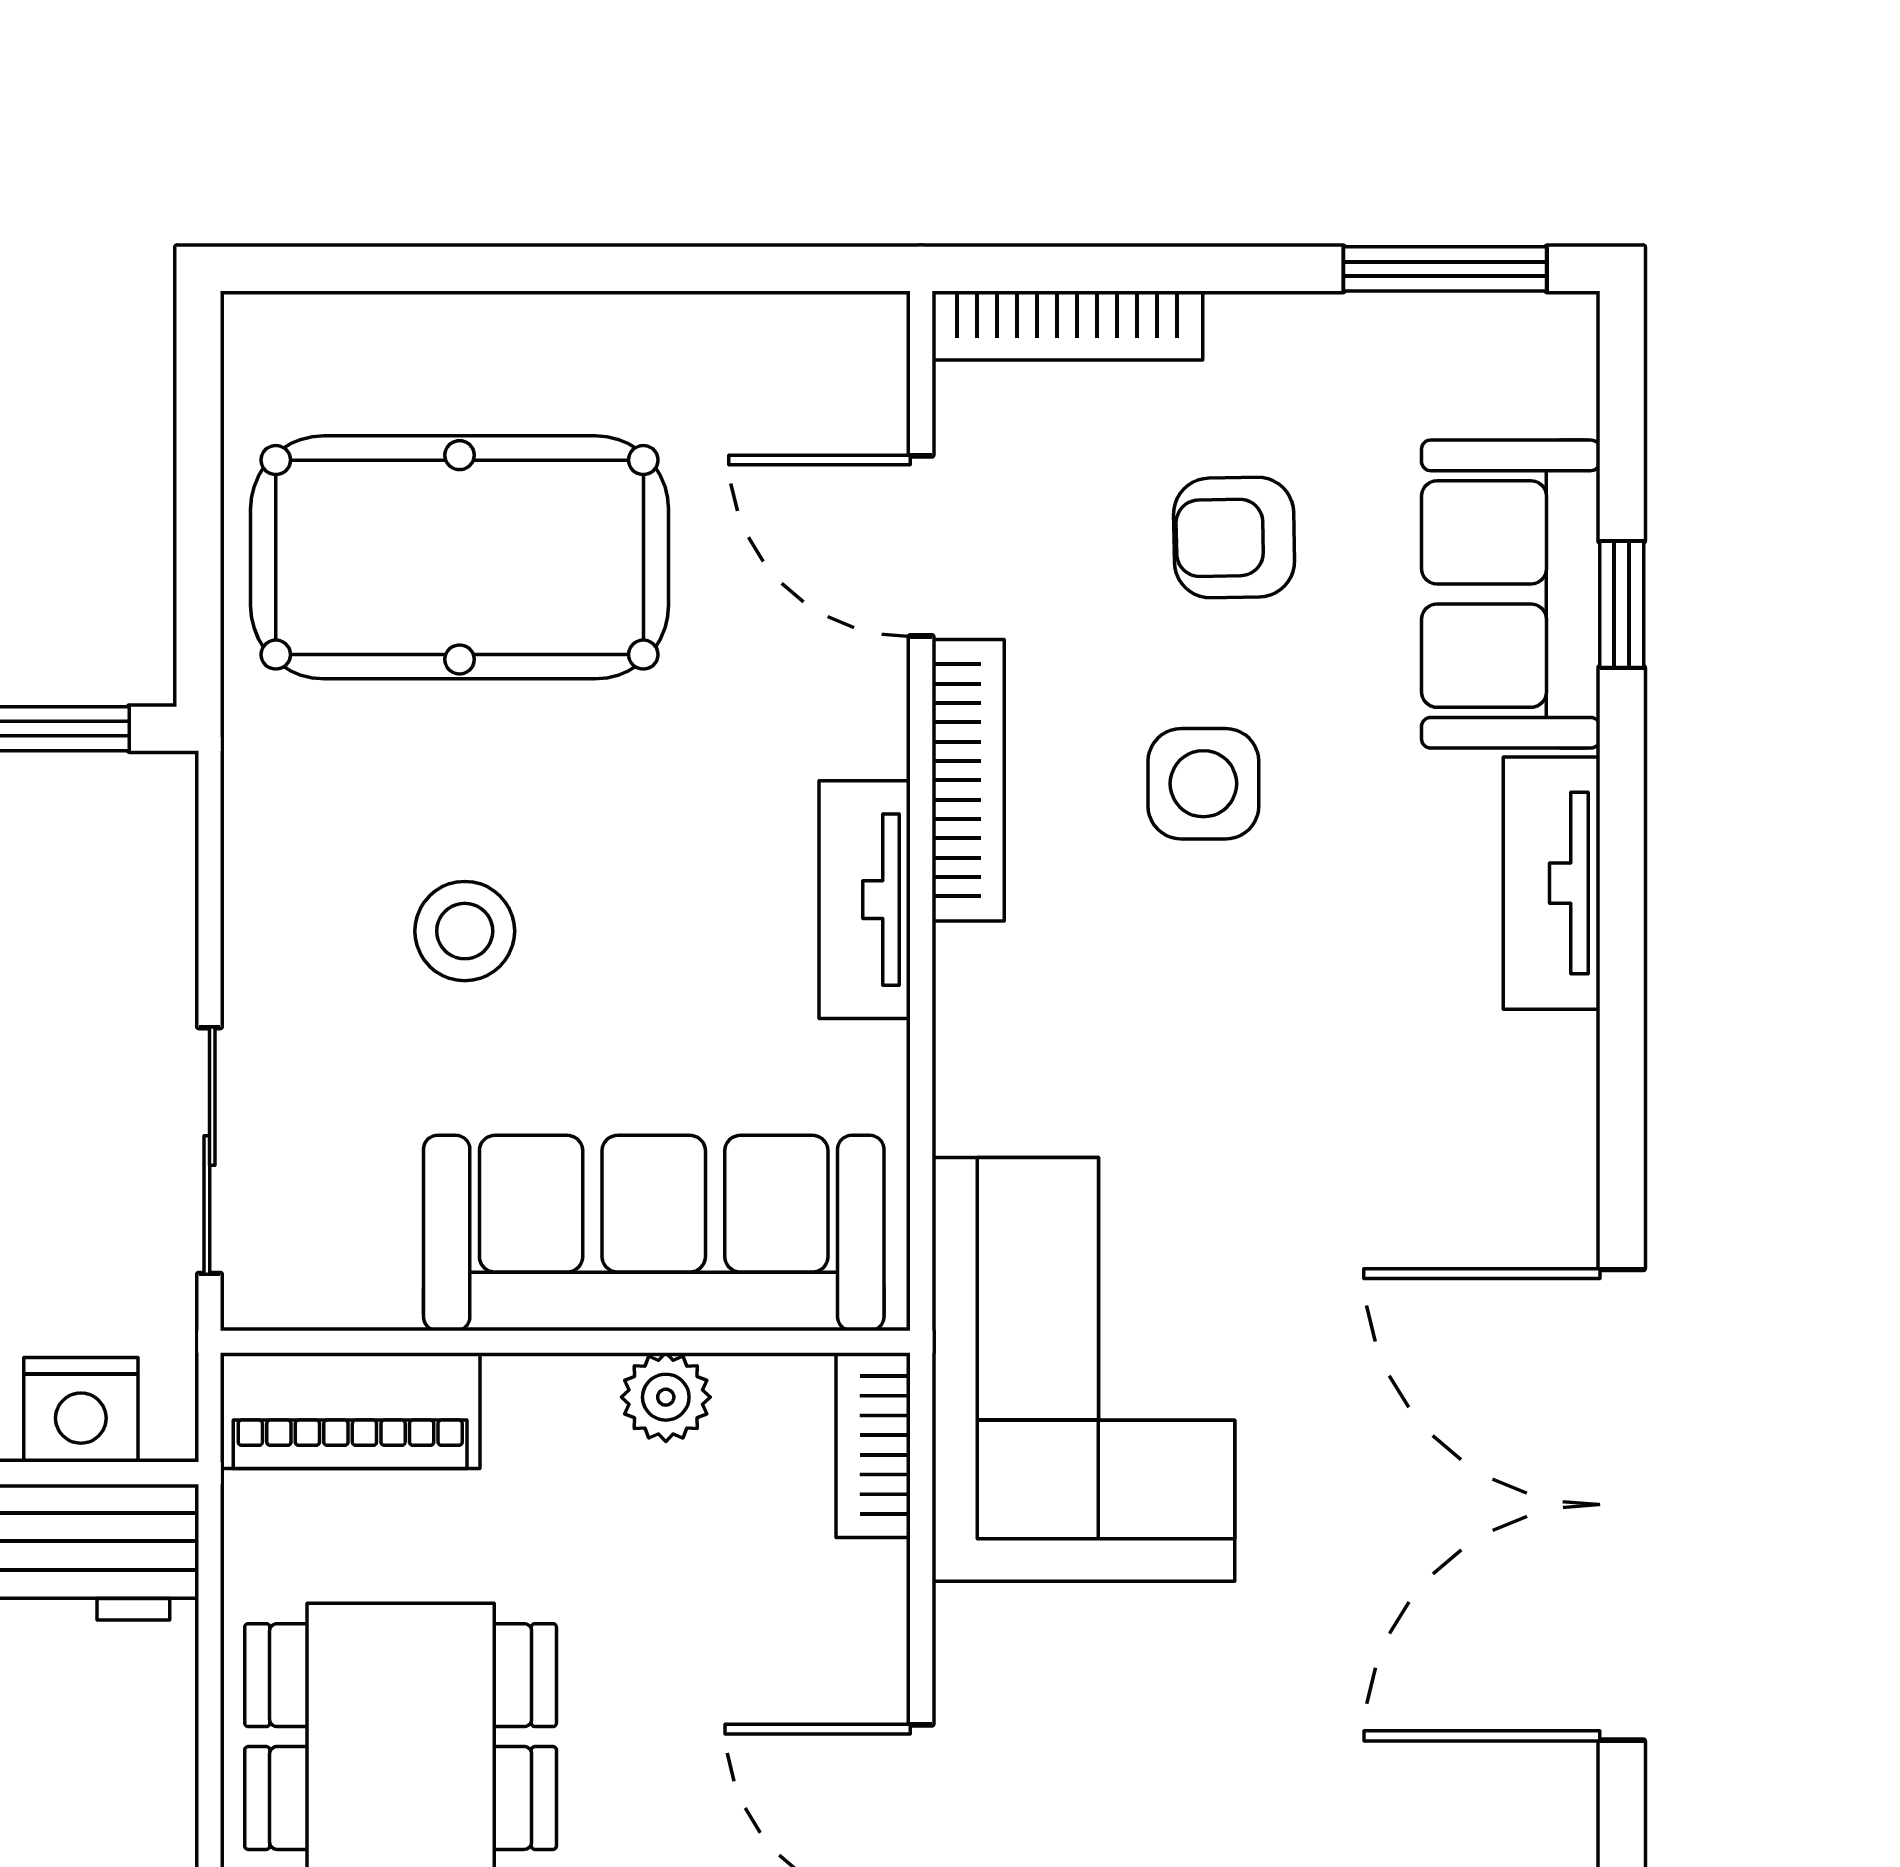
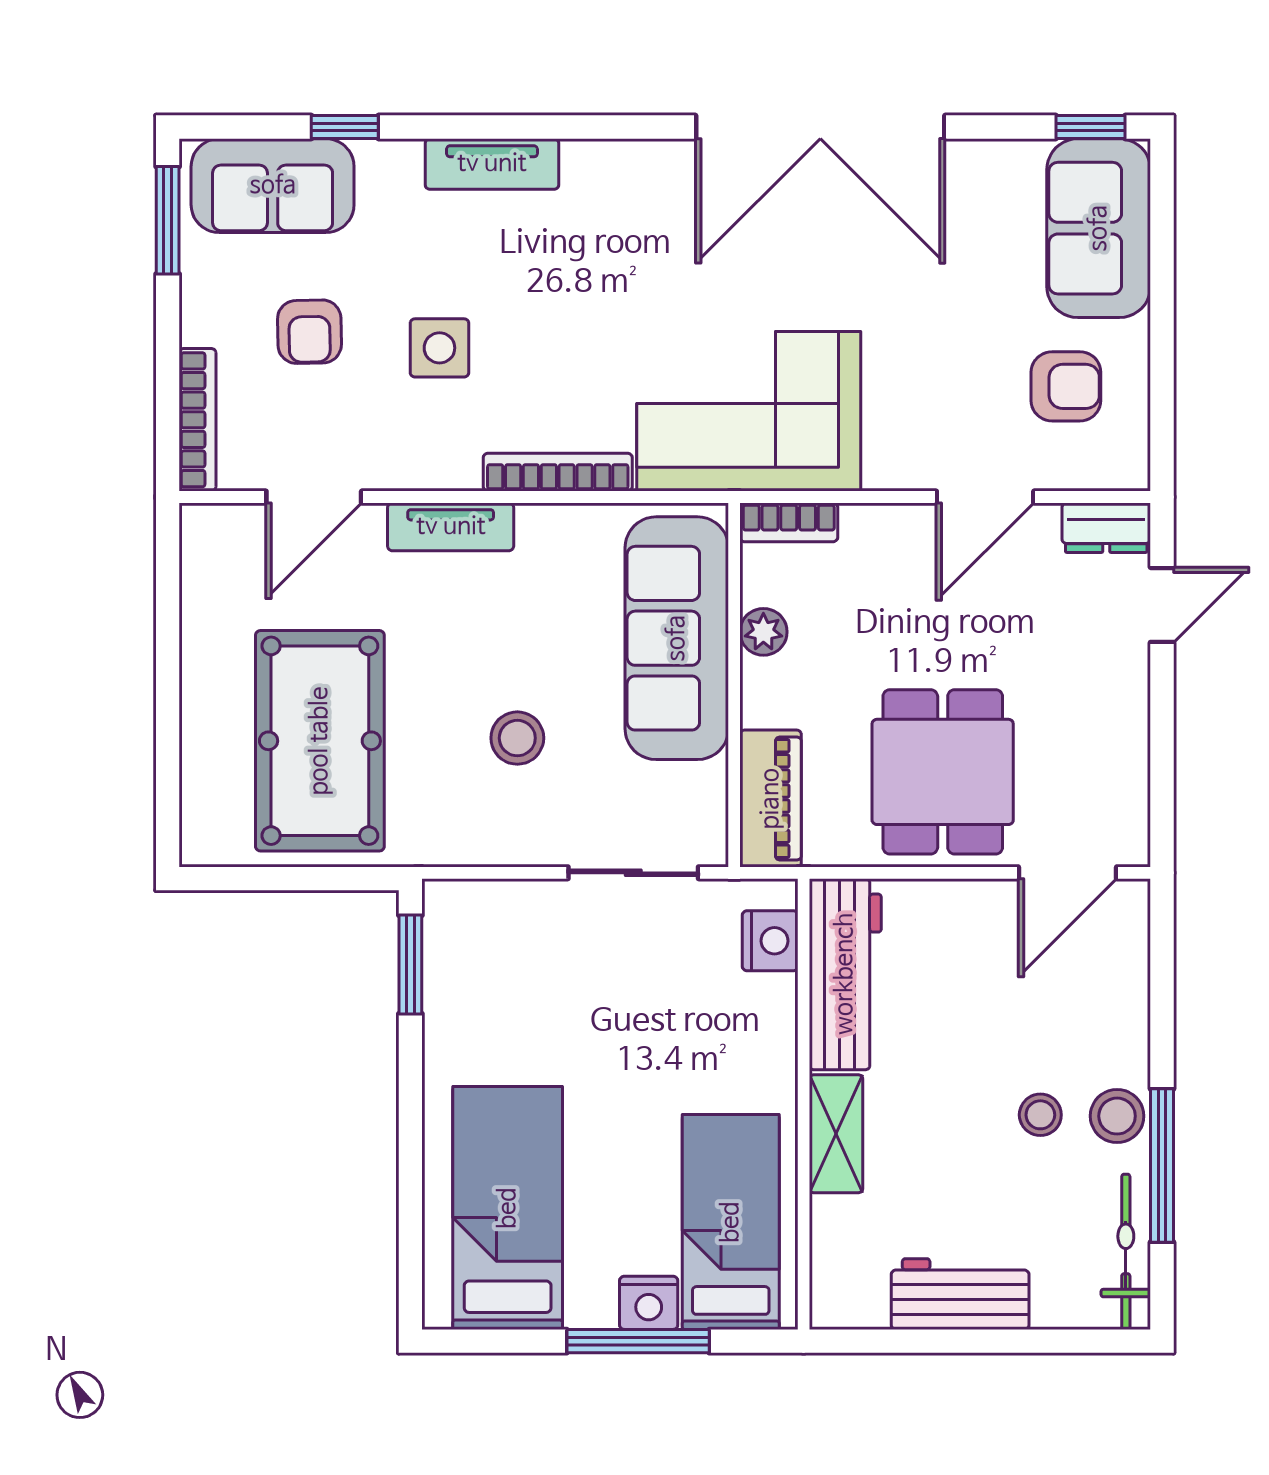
sofa: (1511, 594) -> (273, 186), moved
bookcase: (968, 780) -> (558, 472), moved
tv unit: (865, 900) -> (451, 527), moved

